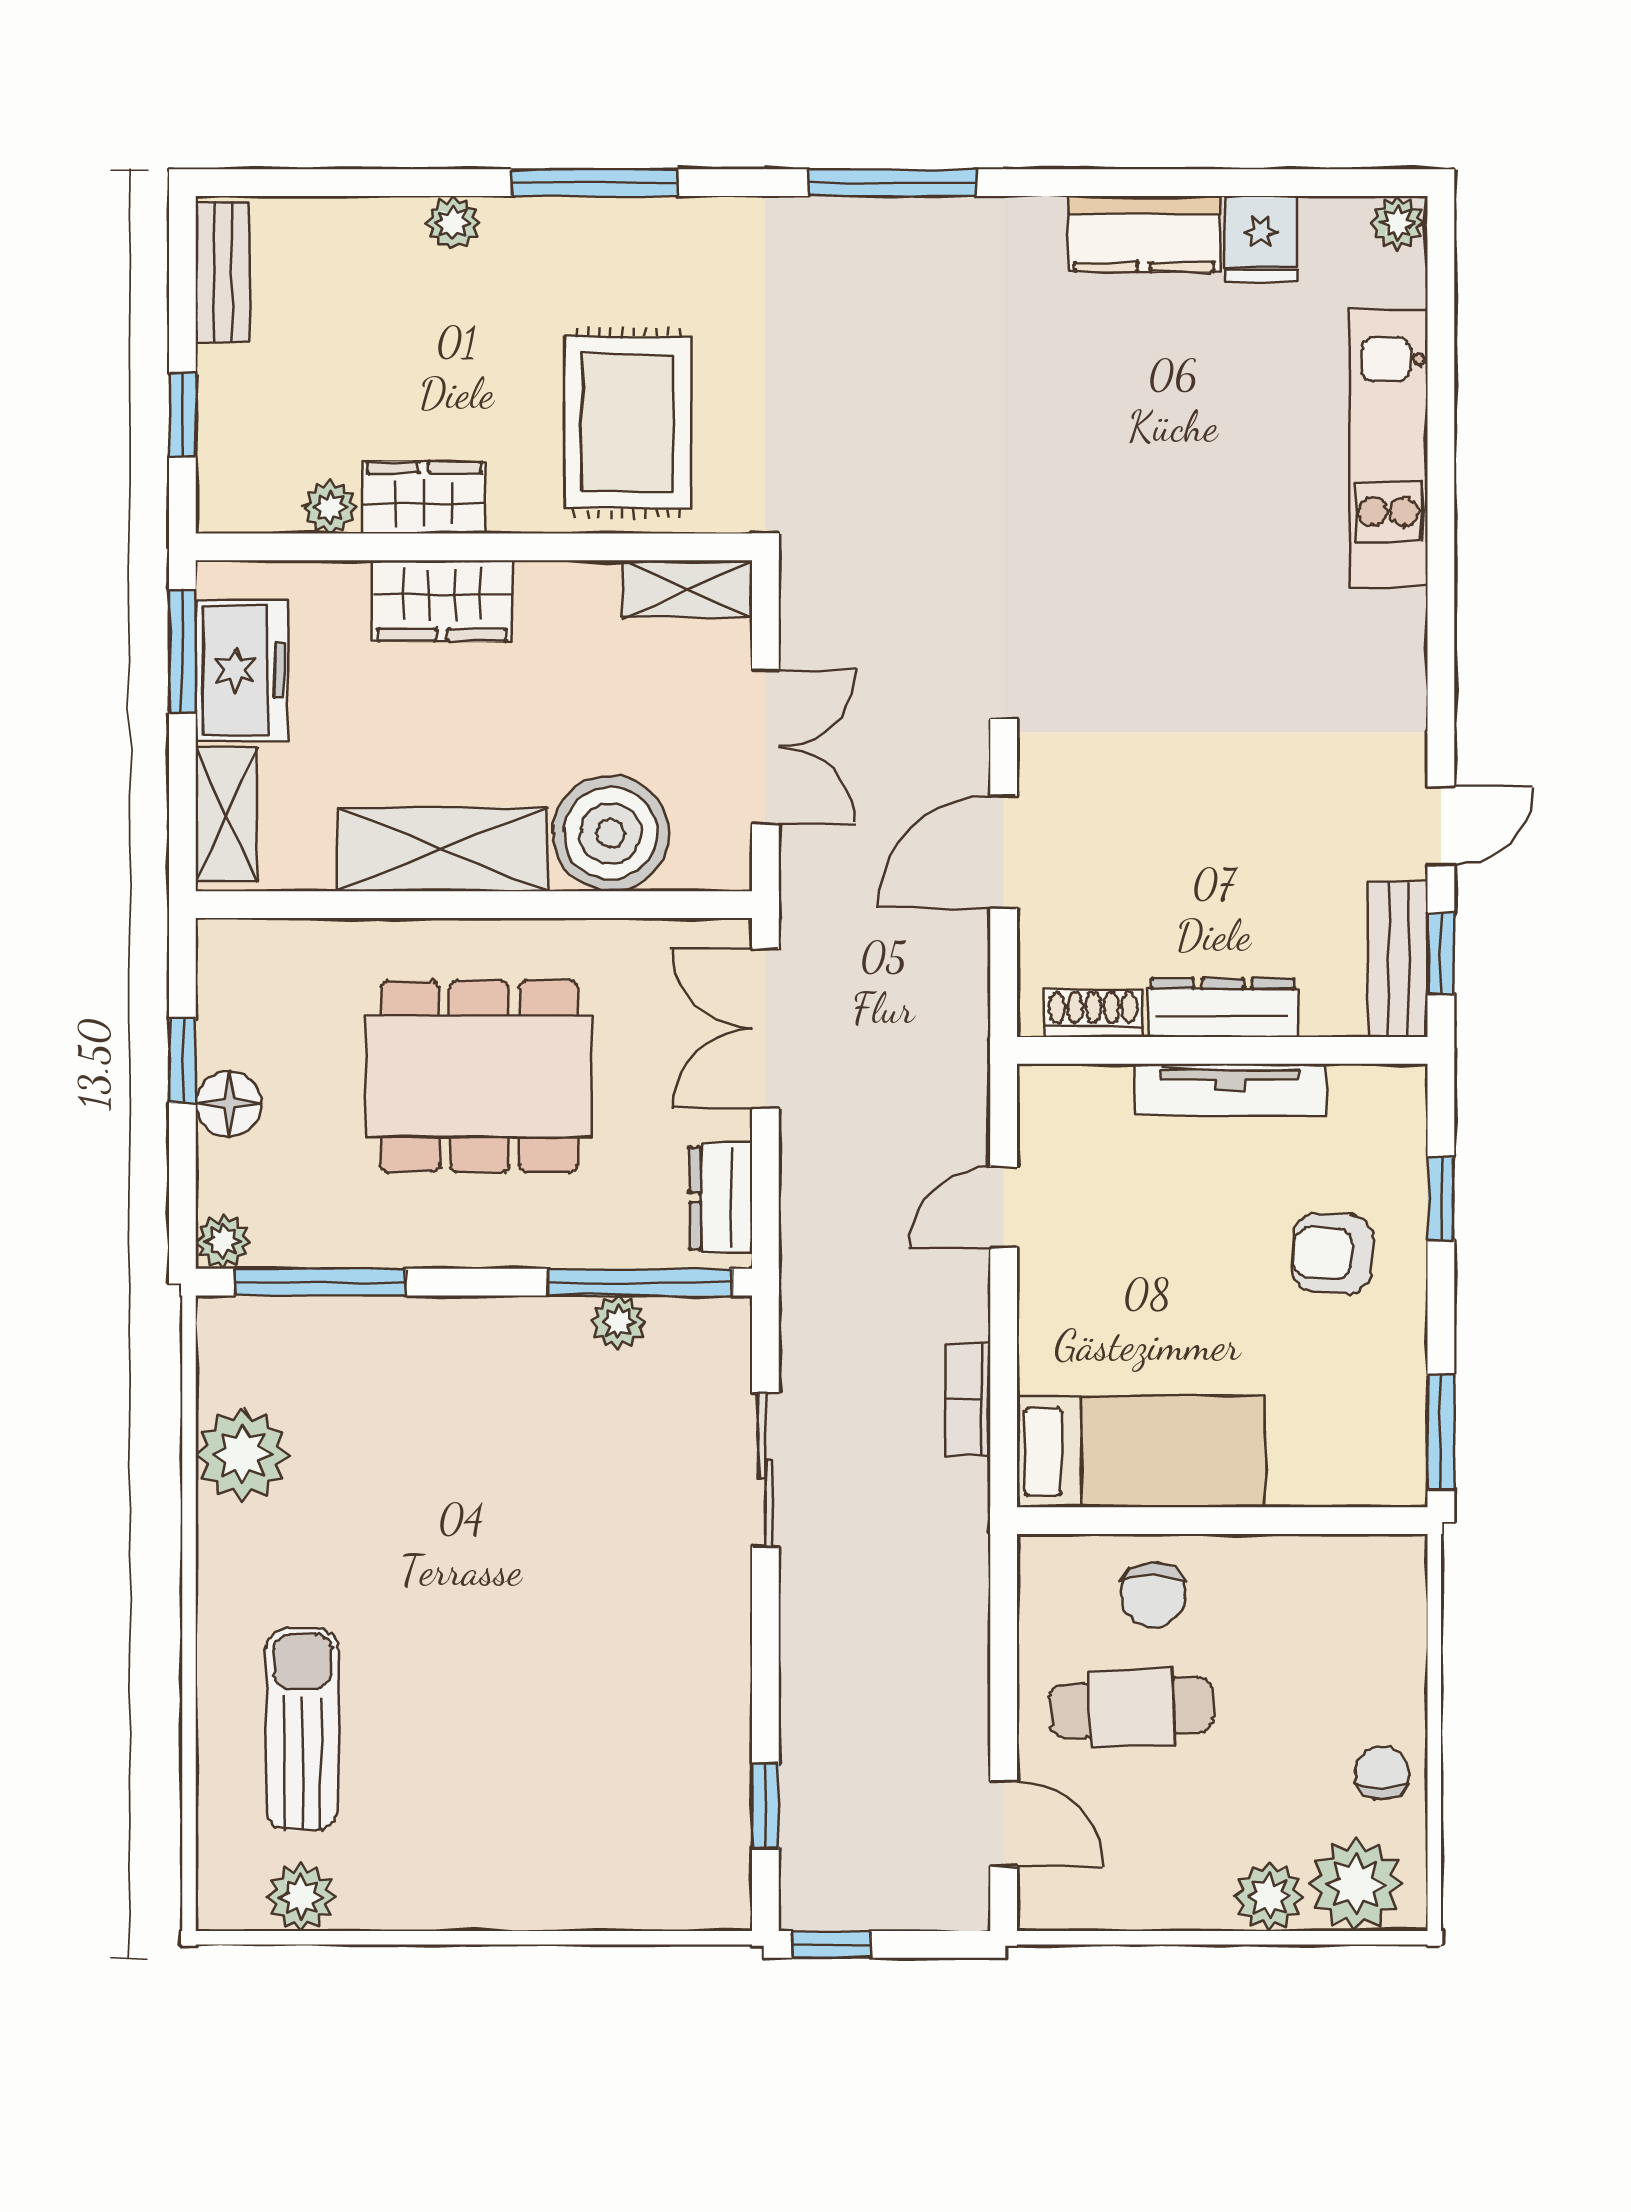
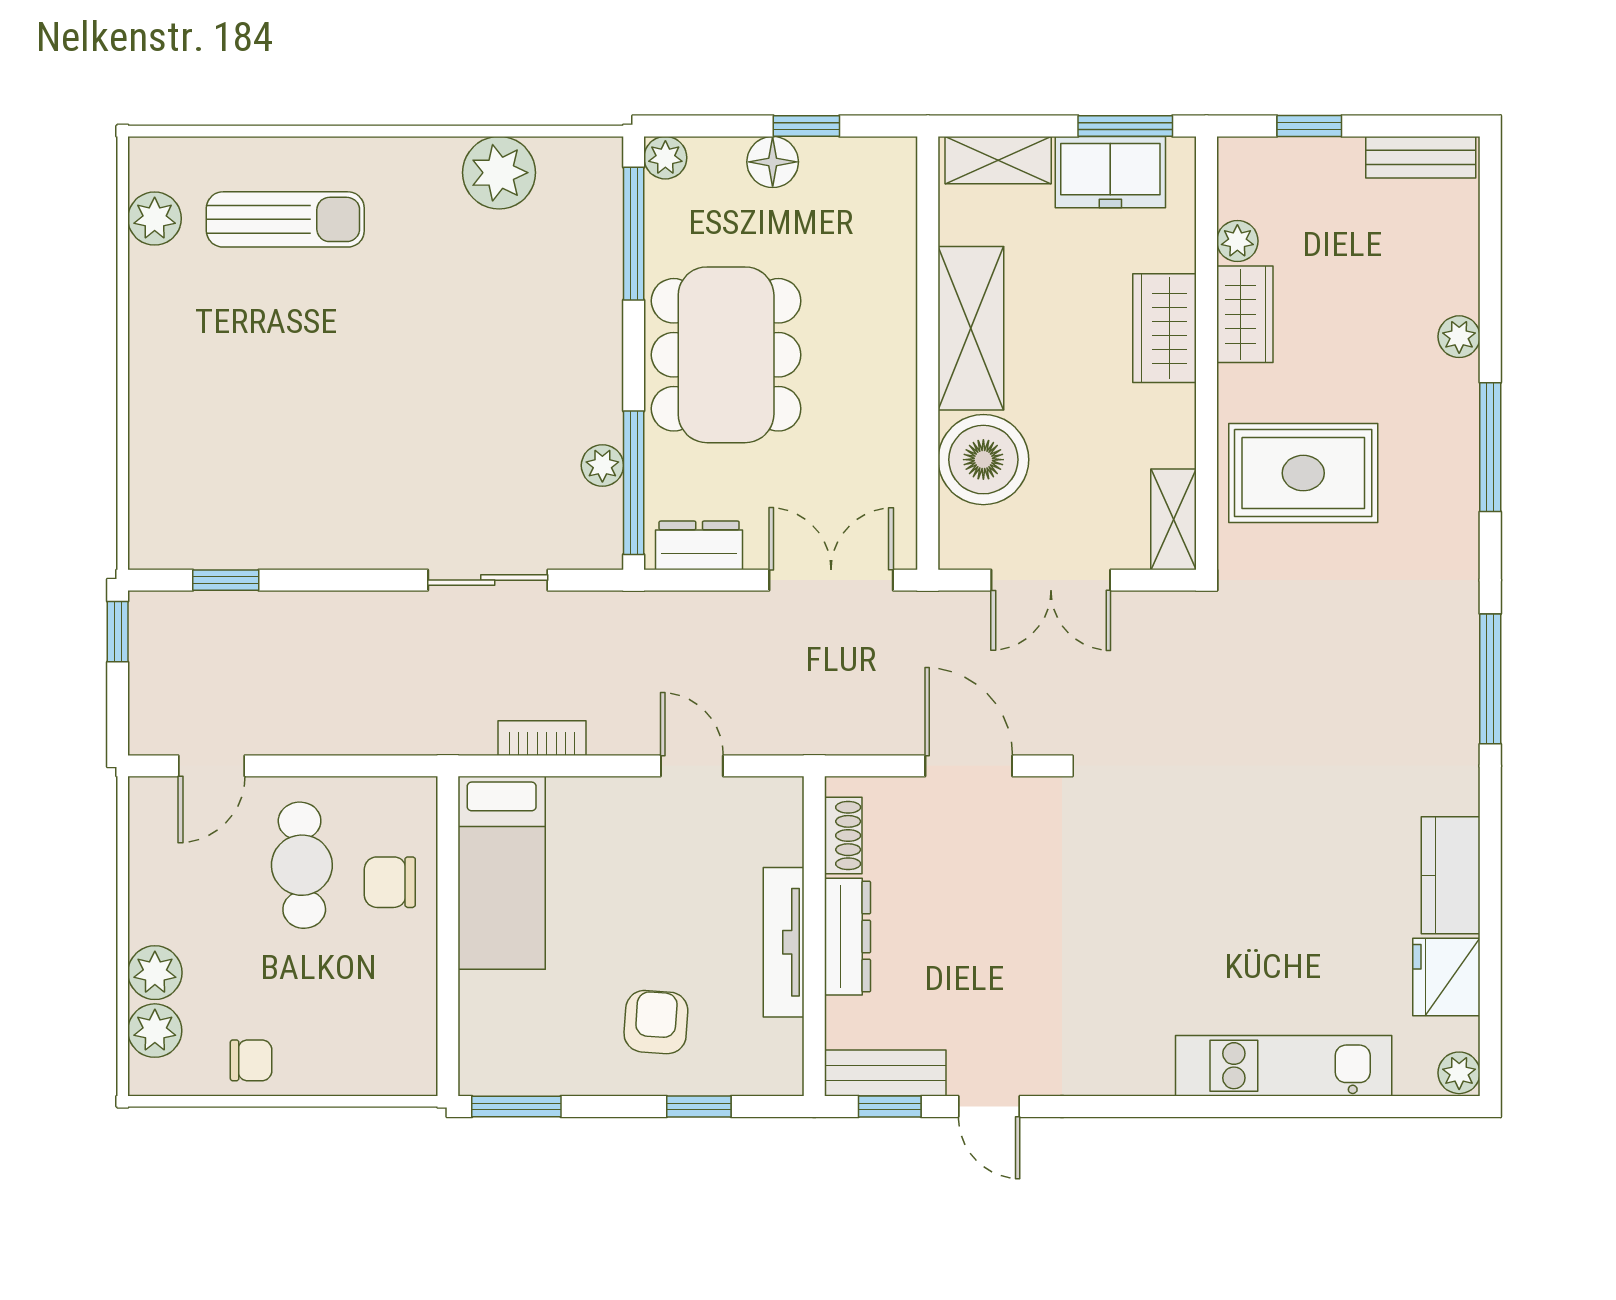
fridge: (1261, 239) -> (1446, 977), width x1.38
dining table: (479, 1076) -> (726, 355), moved
plant: (1356, 1884) -> (155, 1031), width x0.73, depth x0.73

